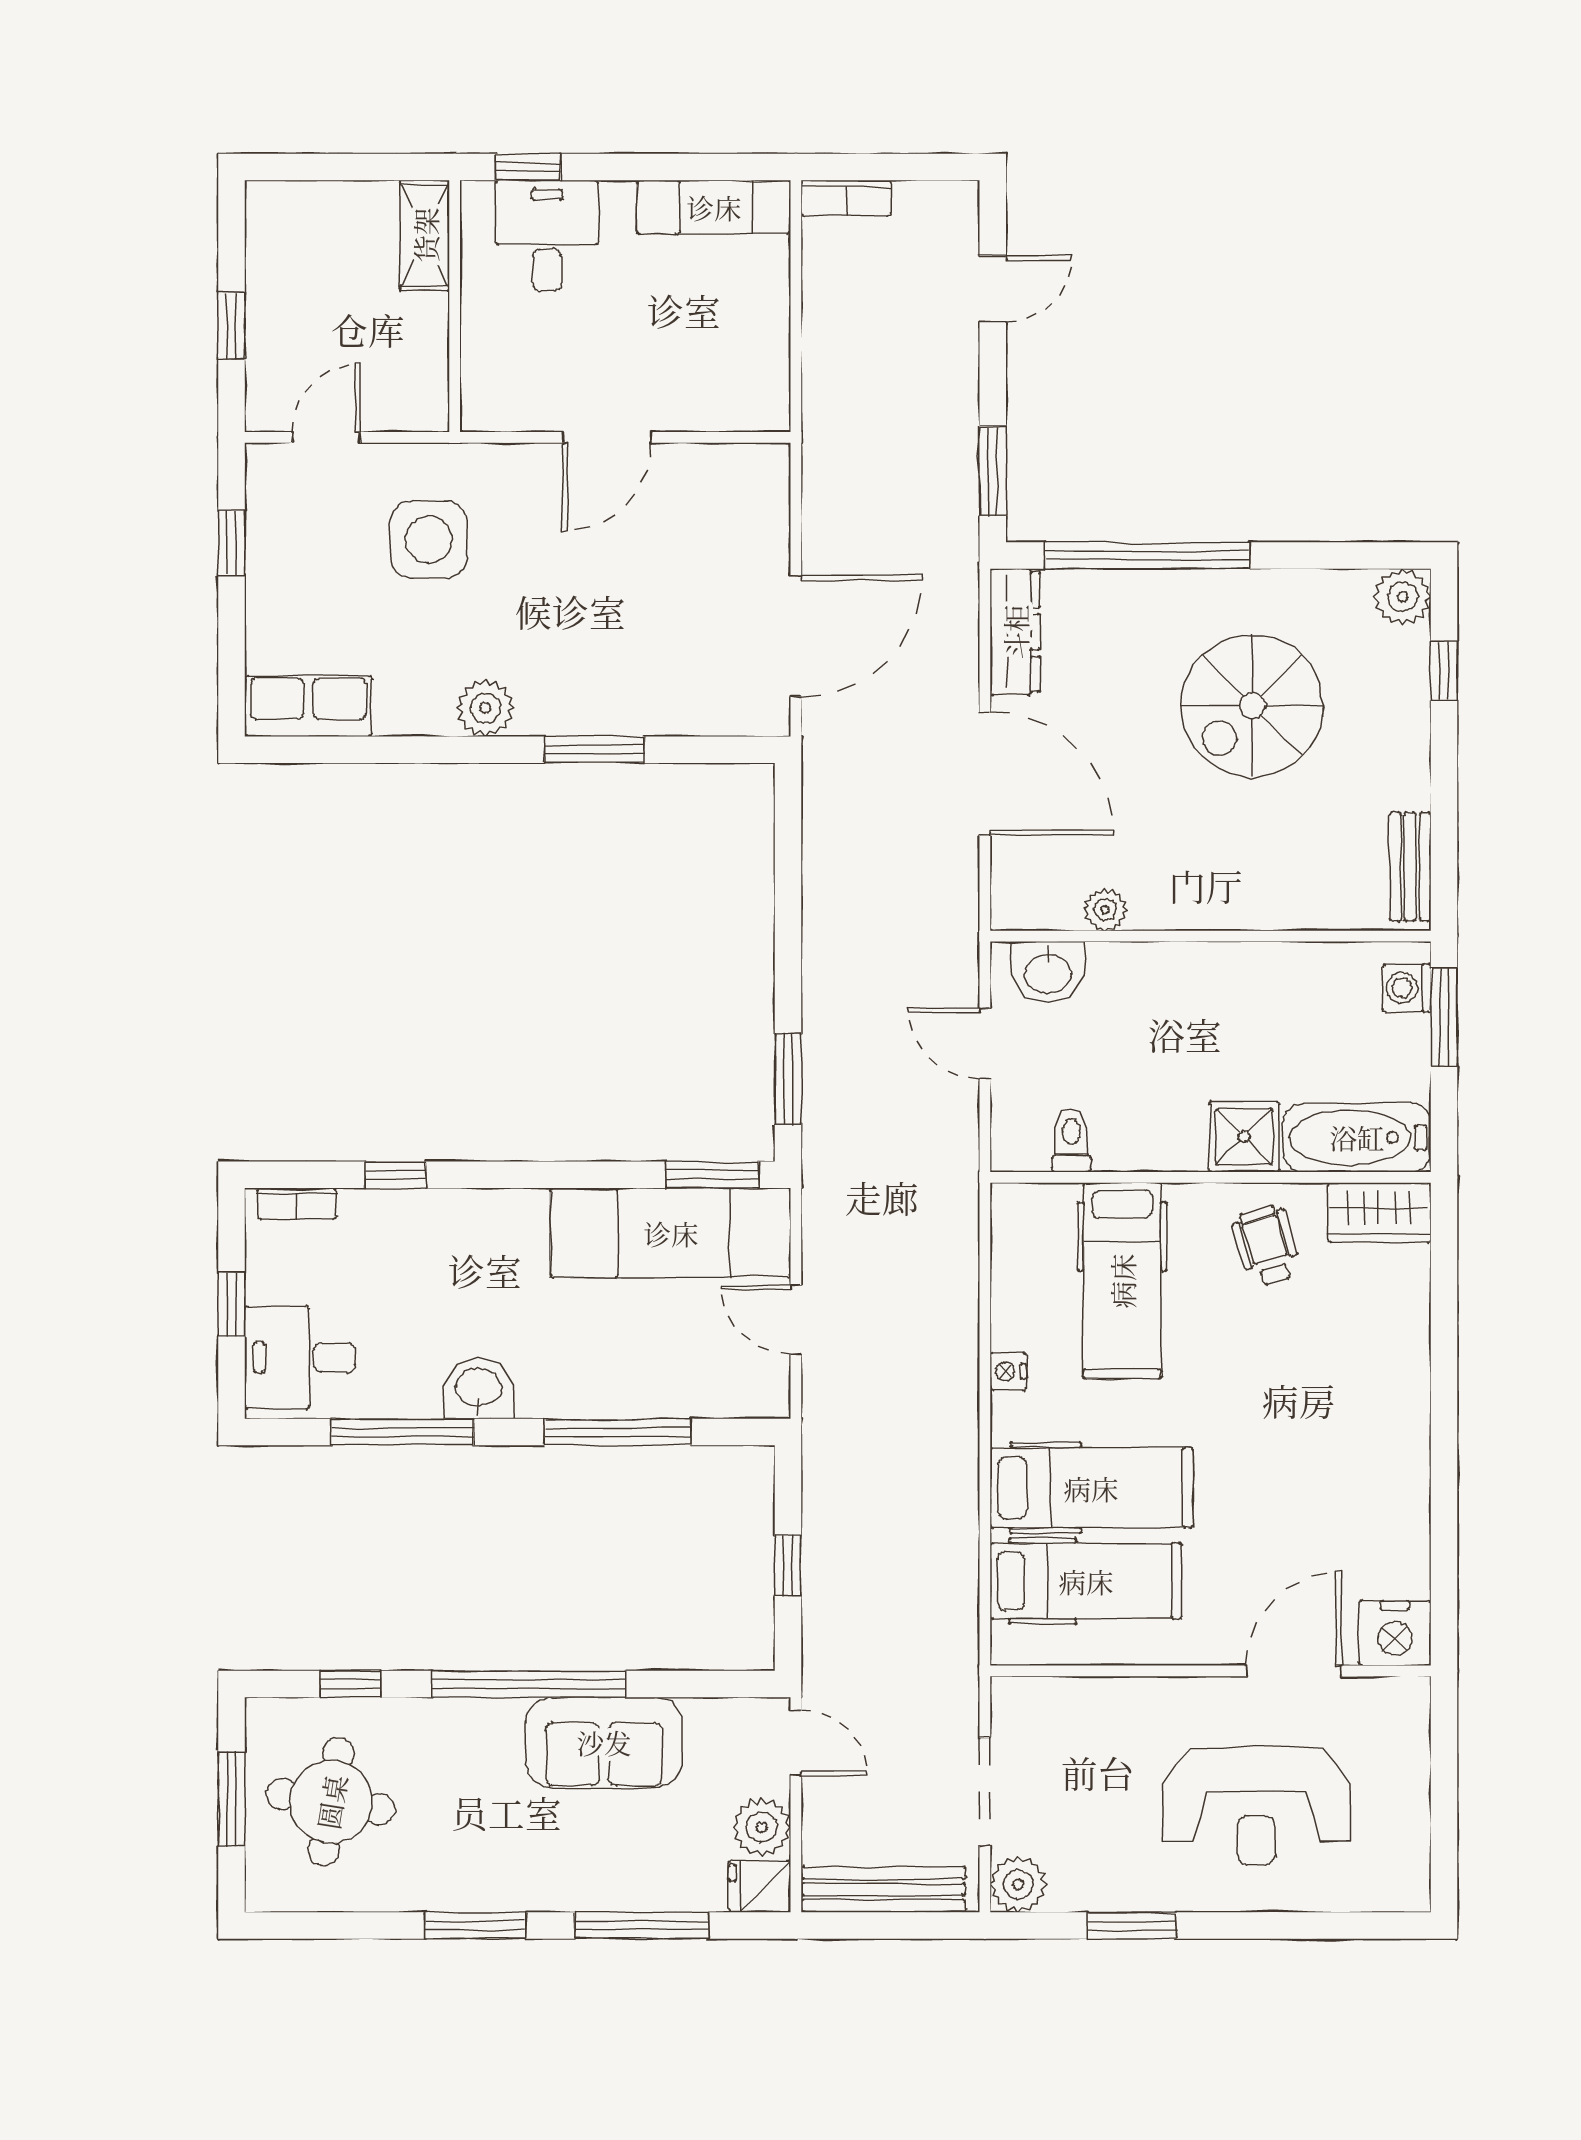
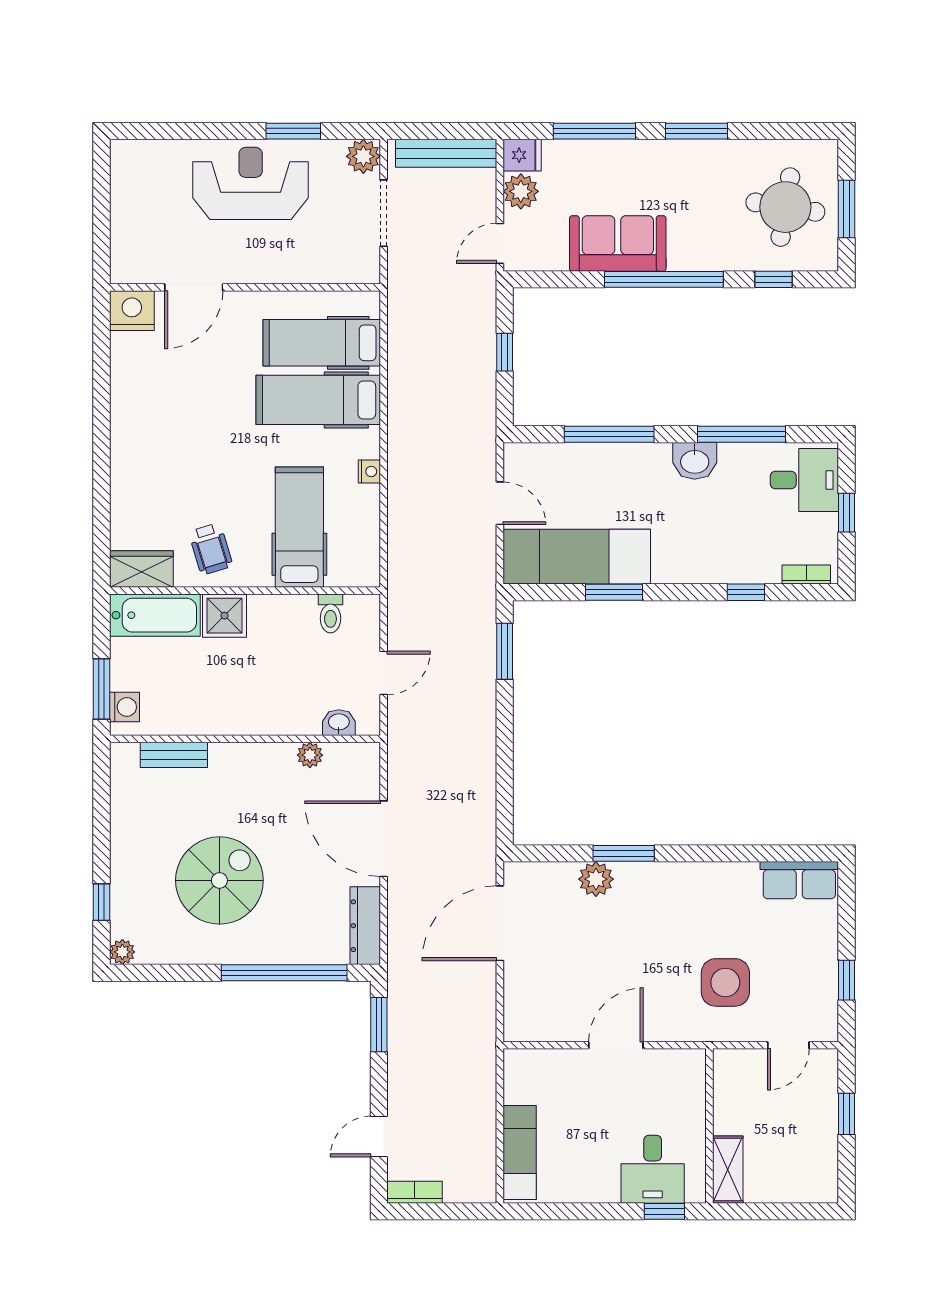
bookcase: (846, 198) -> (415, 1192), moved
exam couch: (714, 207) -> (520, 1153), moved, turned 90
plant: (1403, 597) -> (122, 952), width x0.73, depth x0.73
plant: (485, 708) -> (596, 879), moved
bench: (1410, 867) -> (174, 755), moved, turned 90
washbasin: (1048, 972) -> (339, 723), width x0.72, depth x0.69
door: (985, 1043) -> (384, 673), hinge flipped
window: (713, 1175) -> (614, 592), moved
door: (796, 1743) -> (500, 243), hinge flipped
reception desk: (1257, 1806) -> (251, 183), moved

